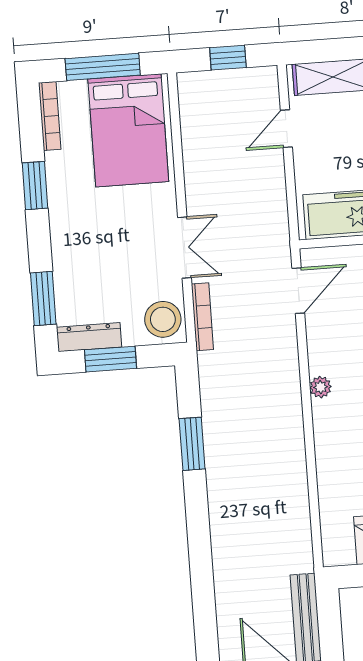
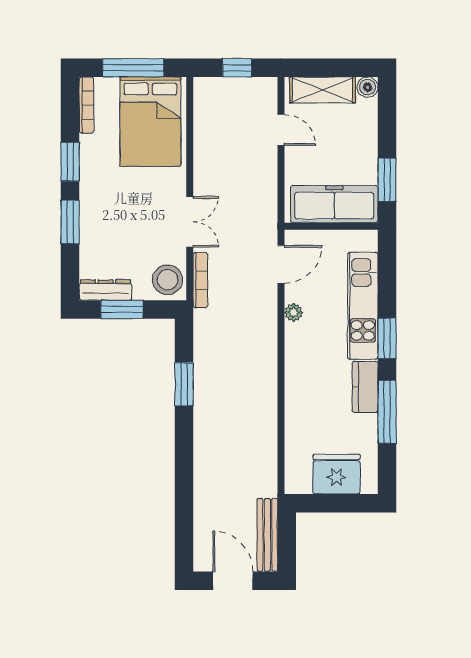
door: (286, 129) -> (281, 130), swing flipped
window: (43, 298) -> (70, 222), moved
plant: (321, 387) -> (293, 312), moved

